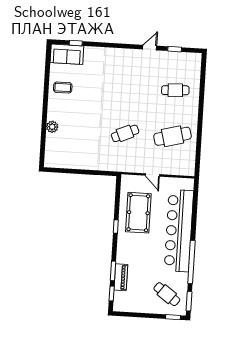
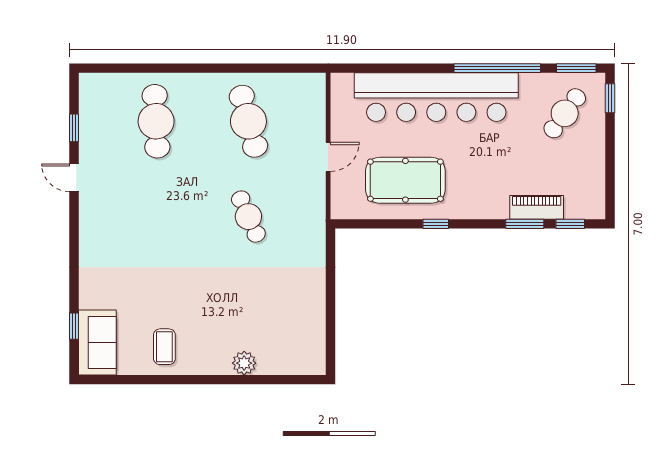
cafe table: (175, 90) -> (156, 121), width x1.37, depth x1.35

